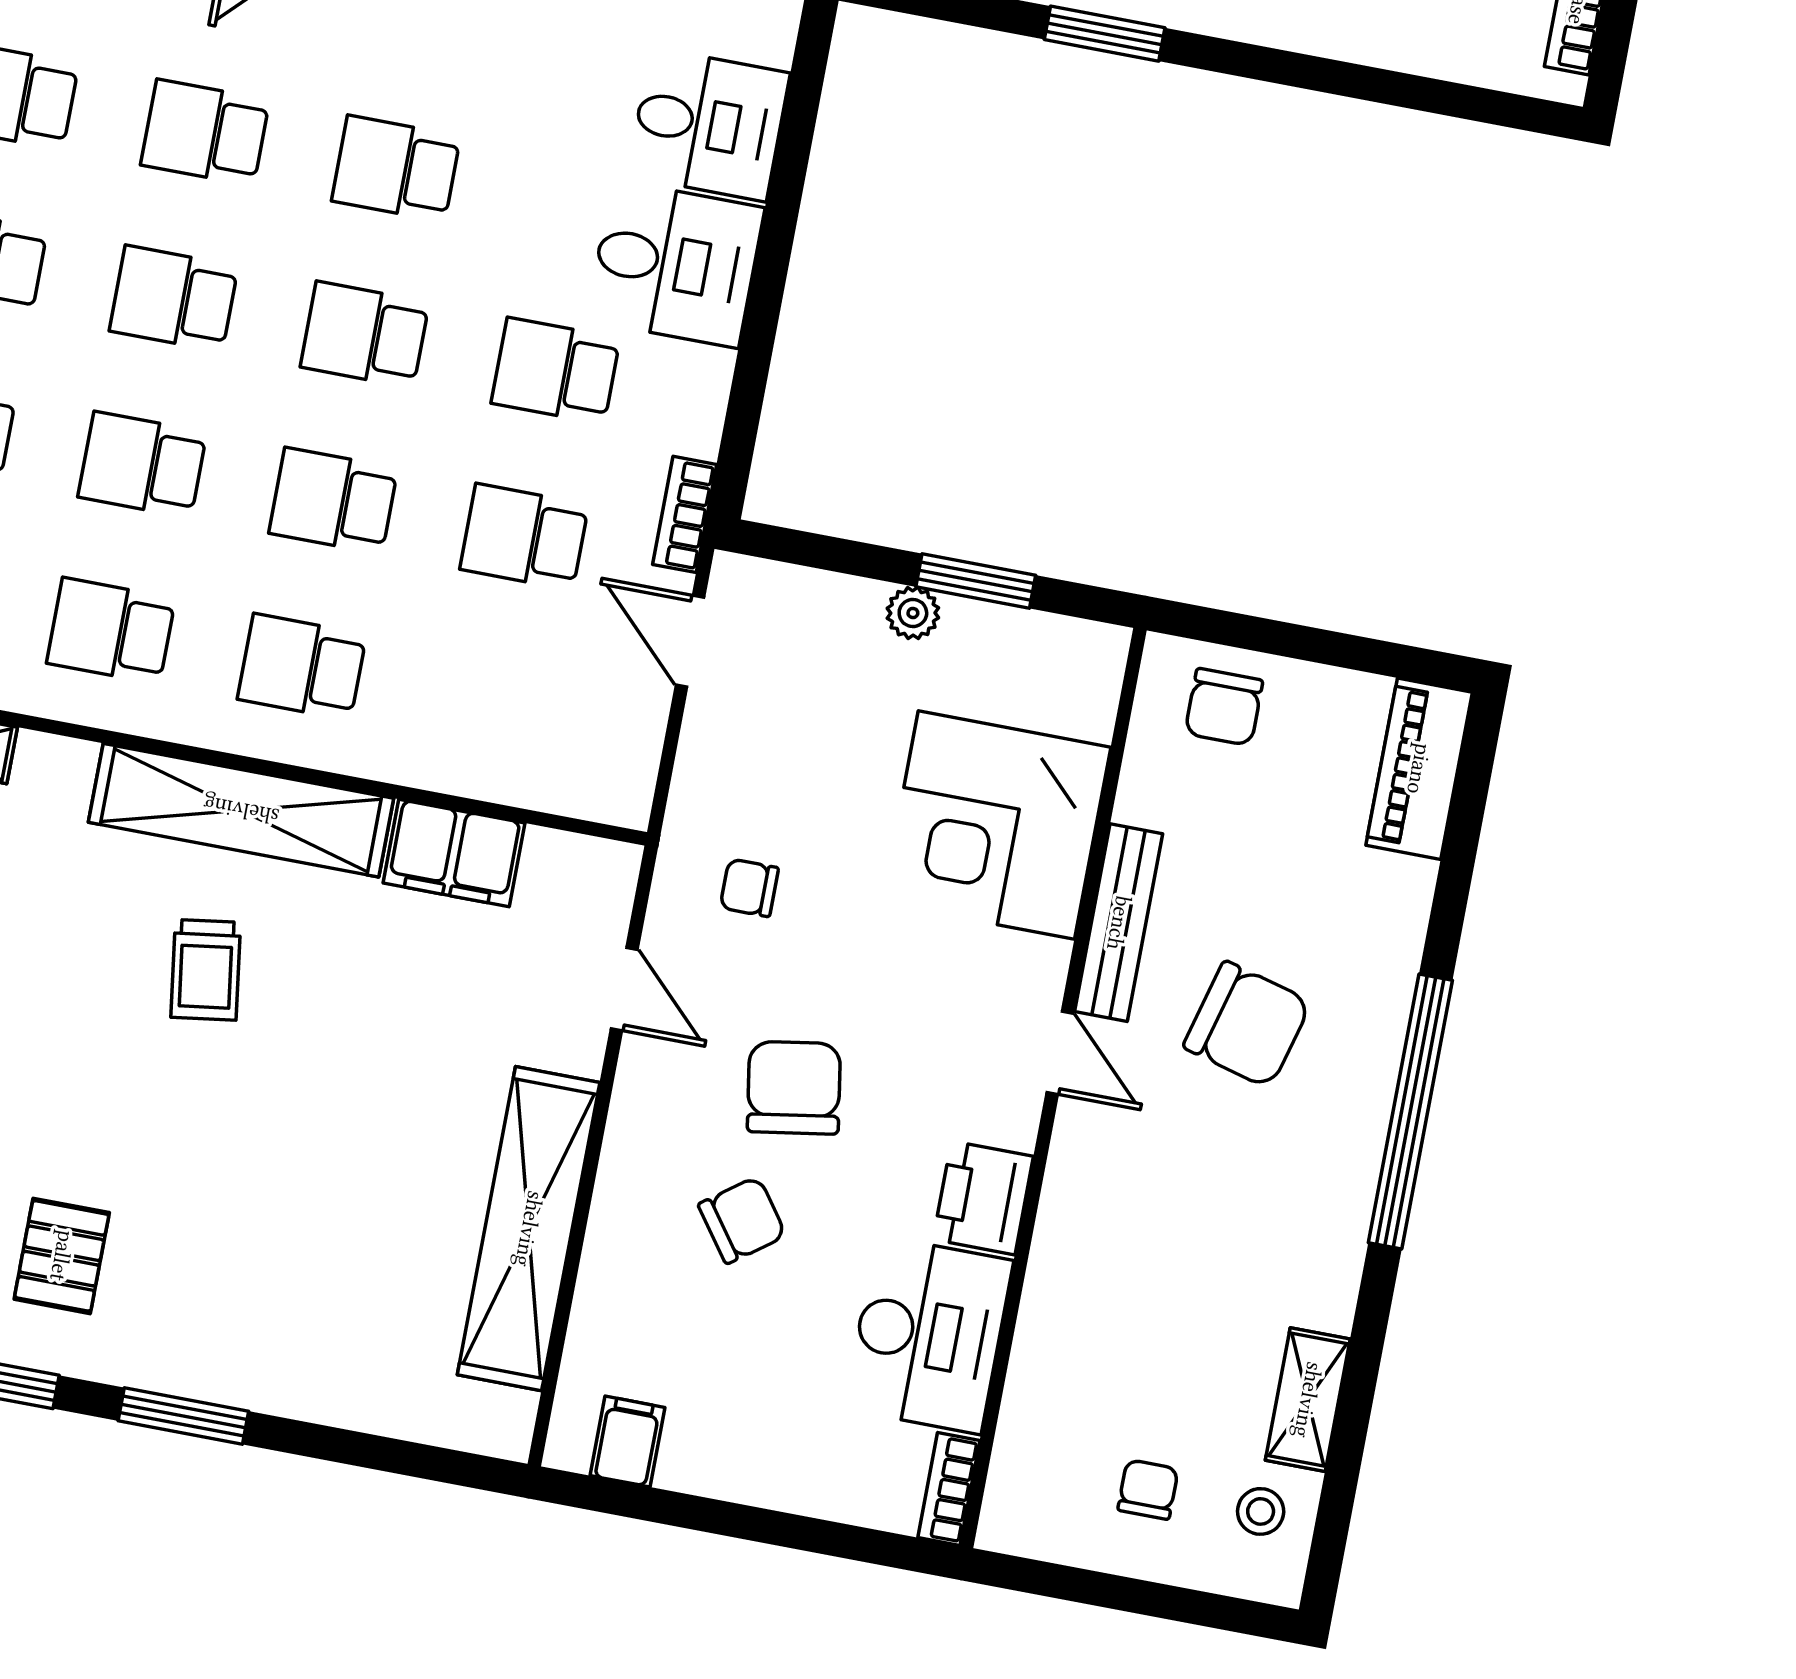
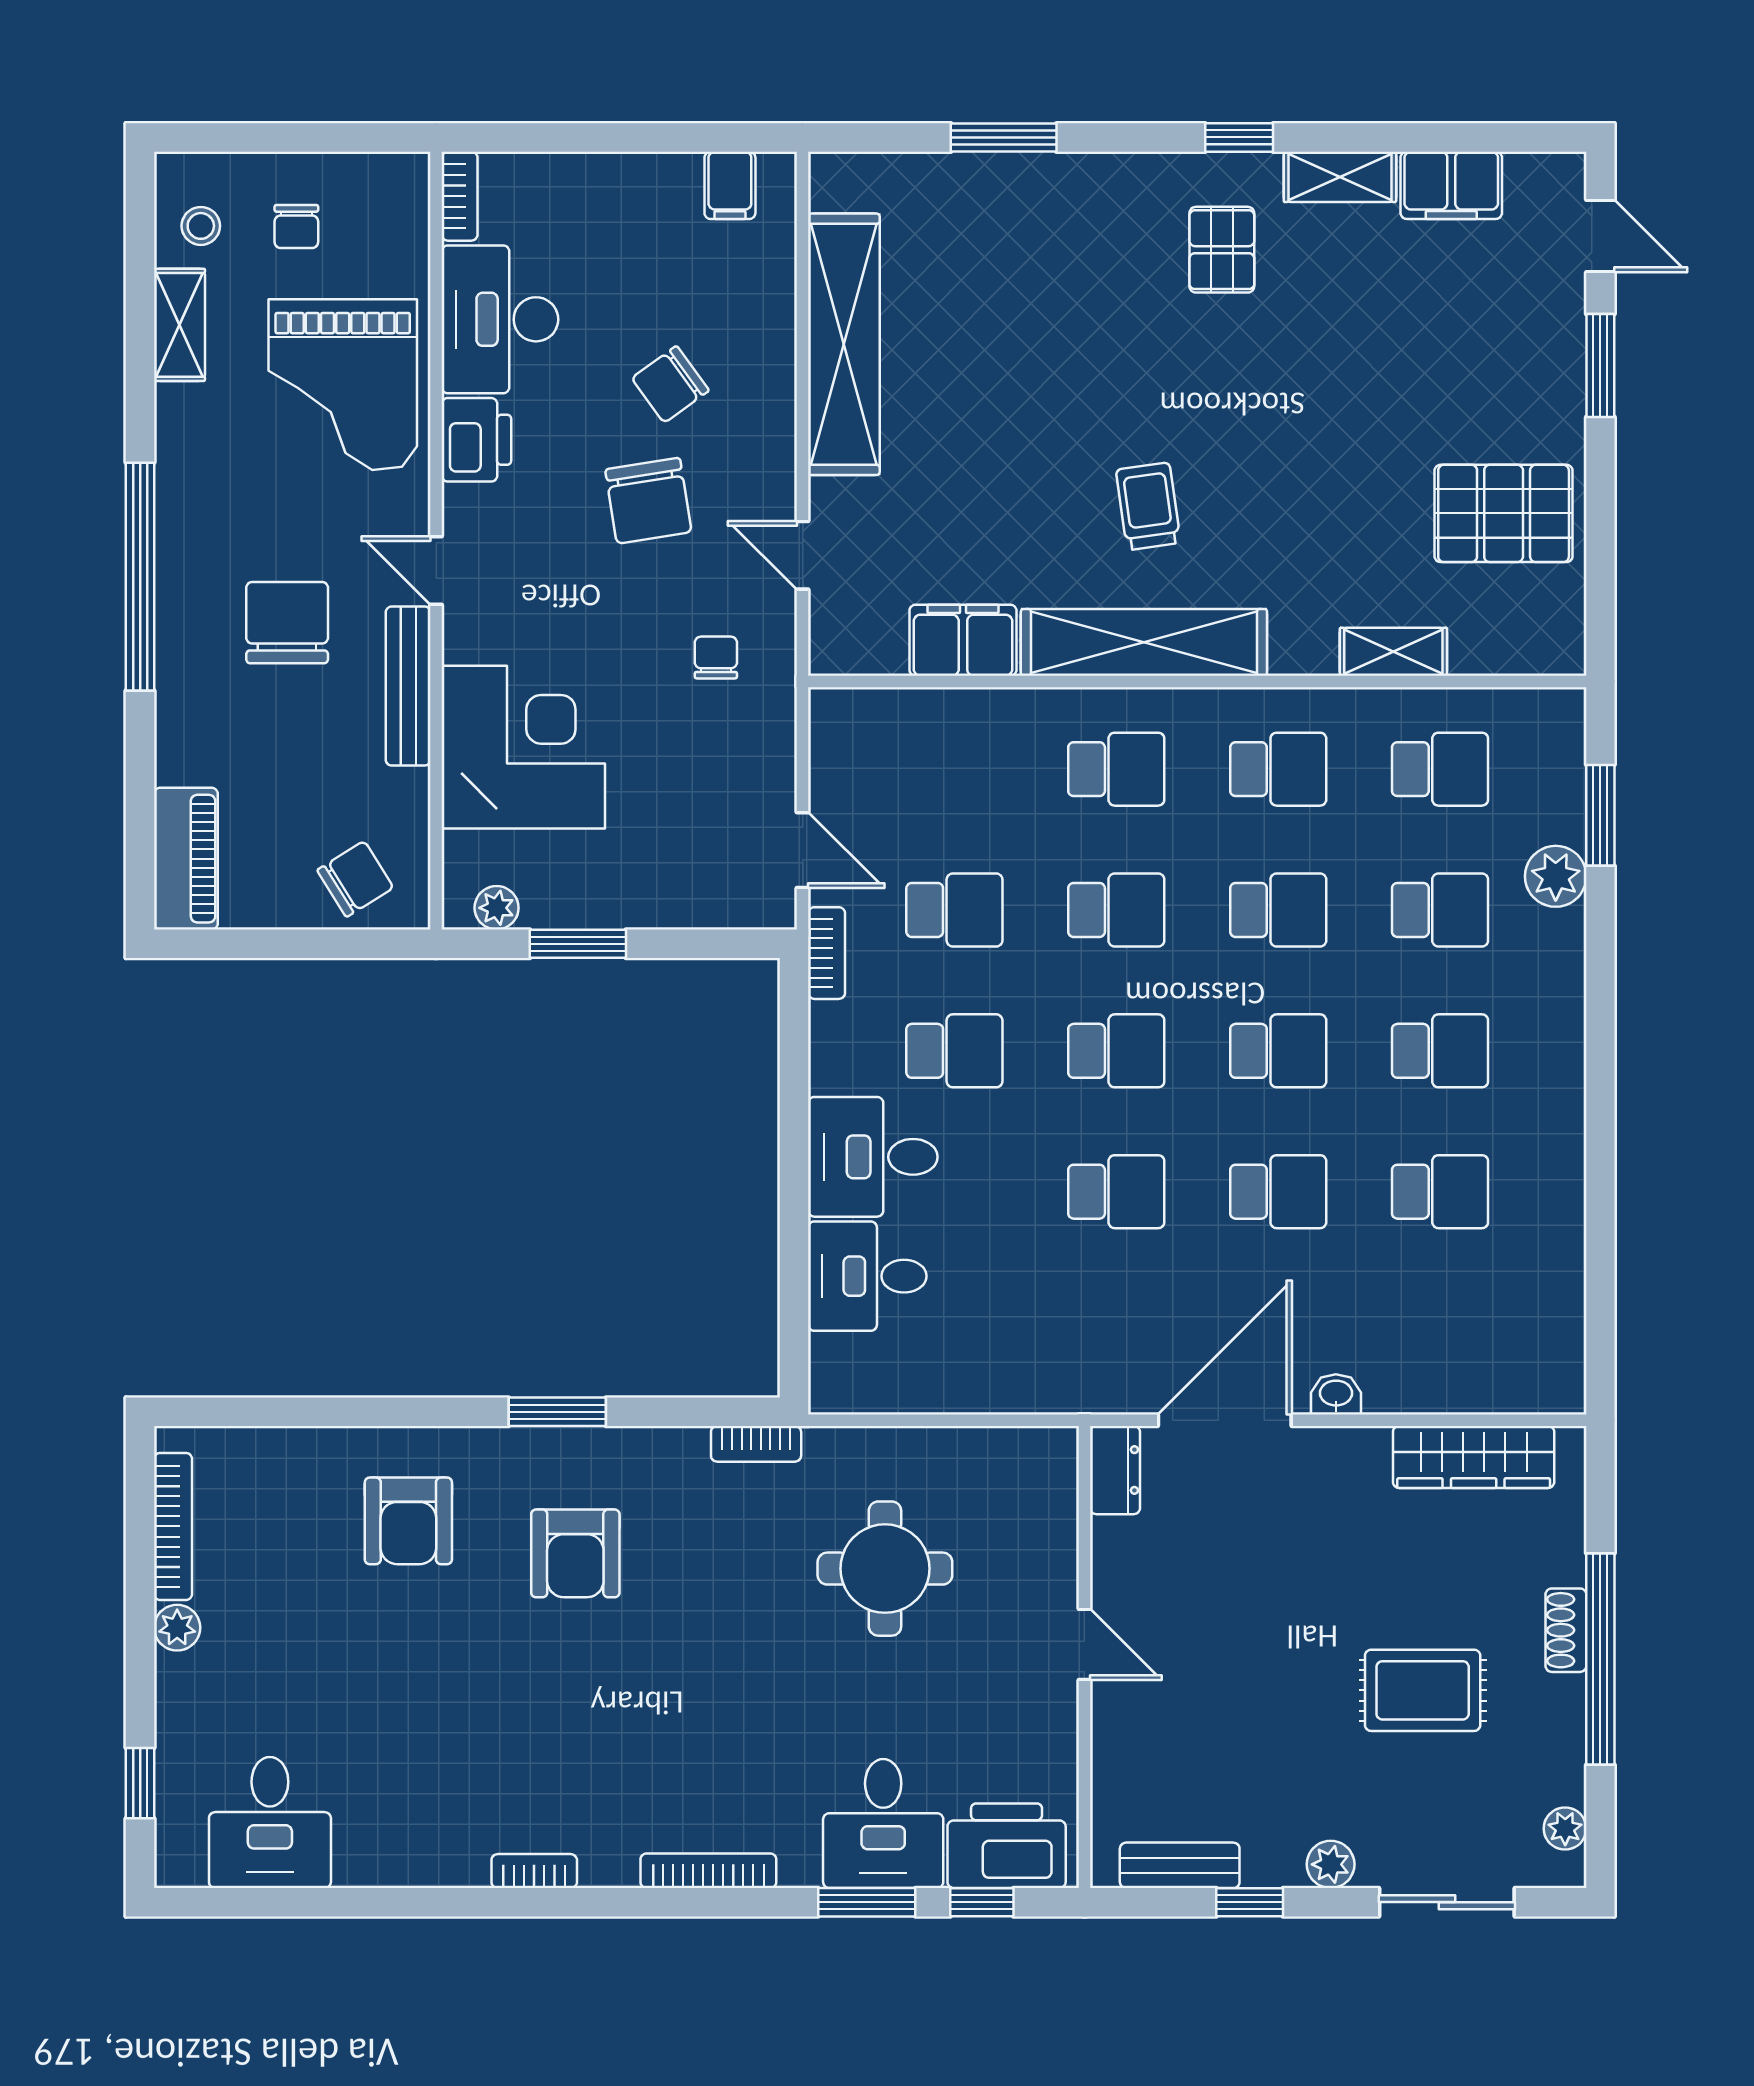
plant: (913, 613) -> (497, 908), moved
chair: (1224, 707) -> (355, 879), turned 58
chair: (749, 888) -> (716, 657), turned -90
chair: (1247, 1025) -> (287, 623), turned 75
grand piano: (1129, 1293) -> (343, 385), added
window: (183, 1416) -> (1004, 137), moved

